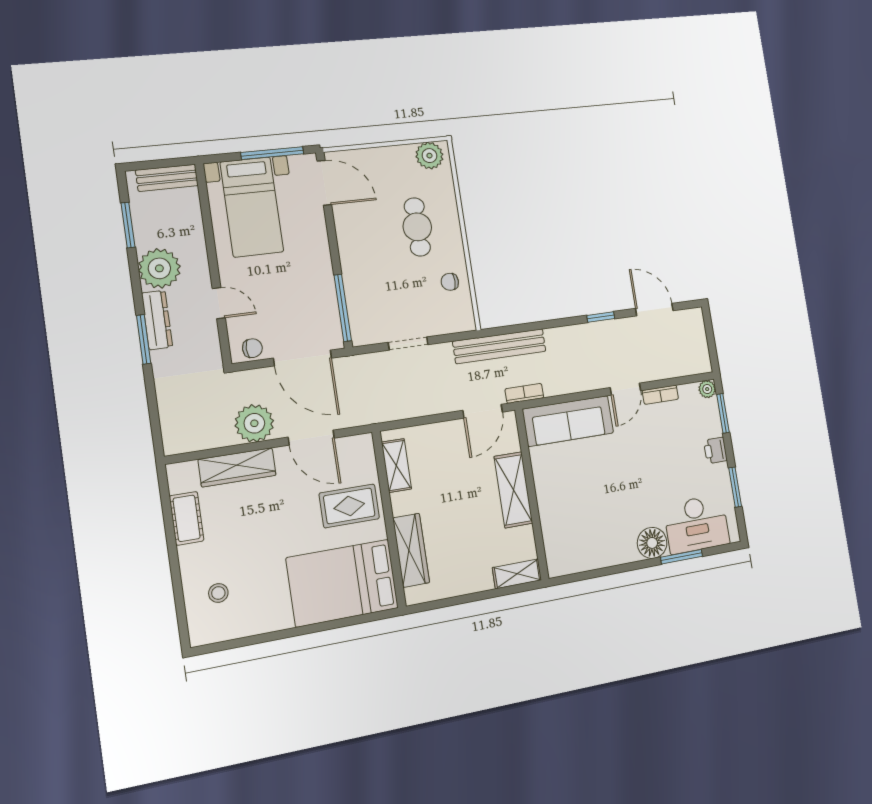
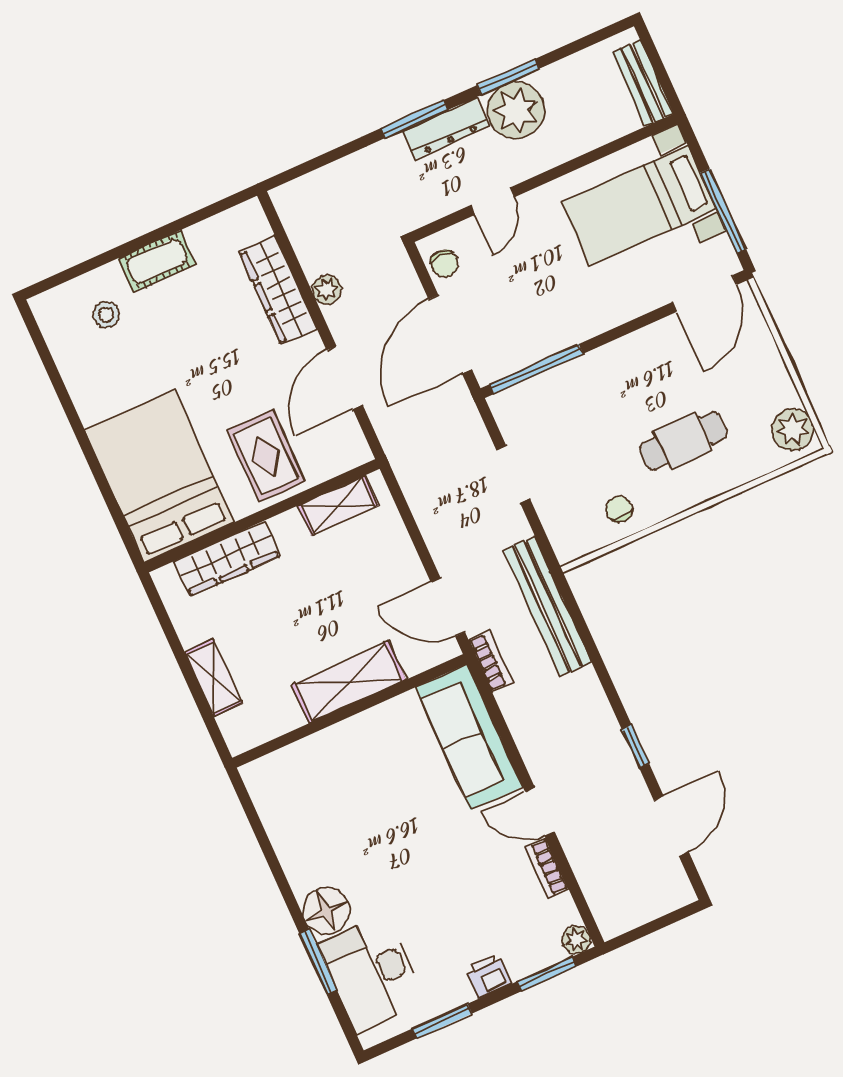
window: (128, 225) -> (508, 77), moved
plant: (254, 423) -> (327, 290), width x0.53, depth x0.53
cot: (187, 518) -> (157, 261), moved
shelving: (517, 574) -> (213, 678), moved

